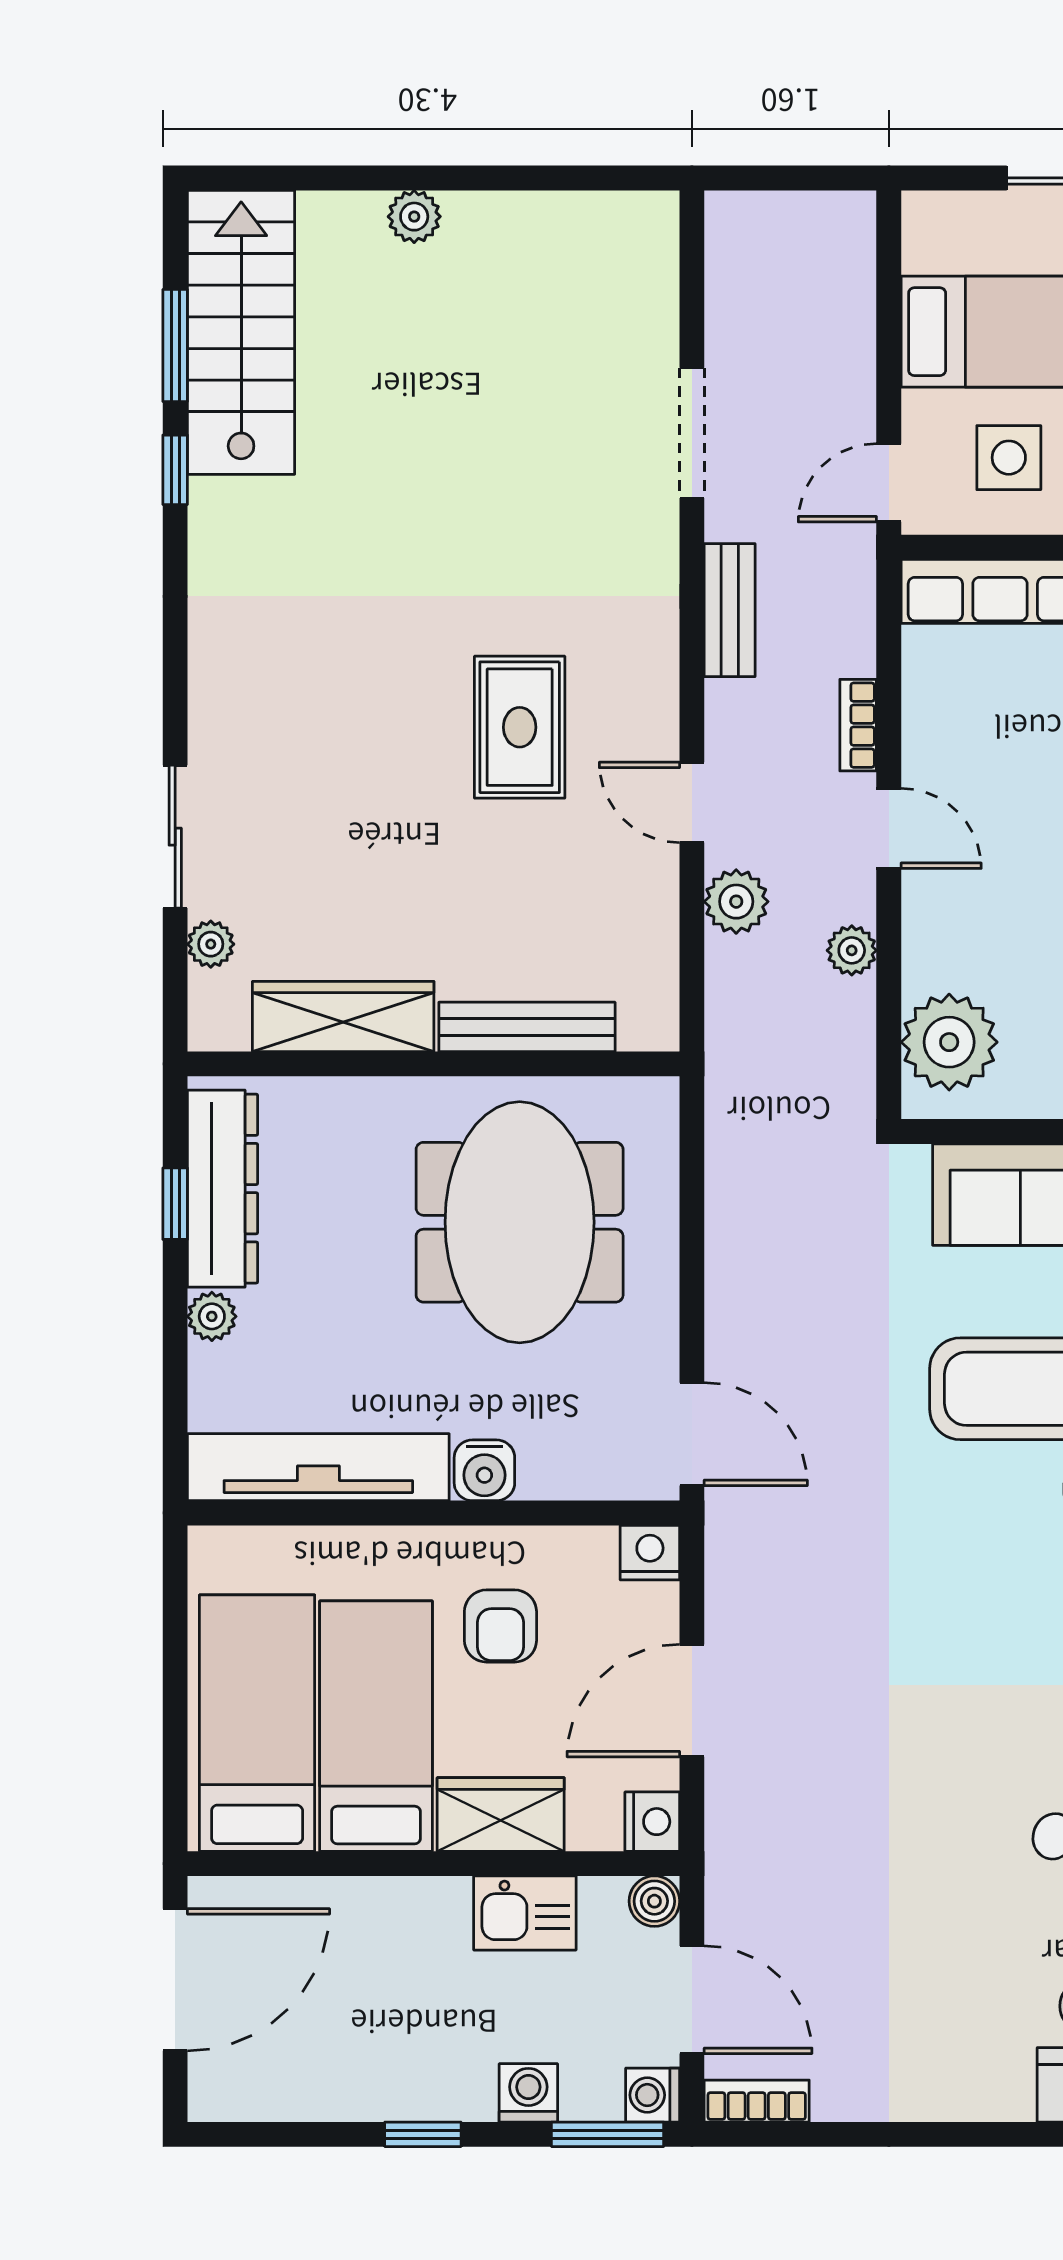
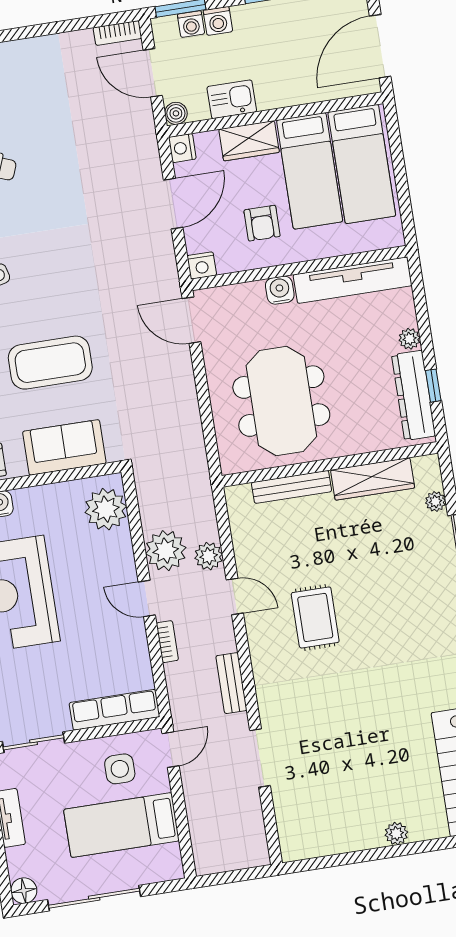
plant: (852, 950) -> (166, 551), width x1.87, depth x1.87
armchair: (500, 1626) -> (262, 223), turned 180
washing machine: (653, 2095) -> (191, 24), moved, turned 90

